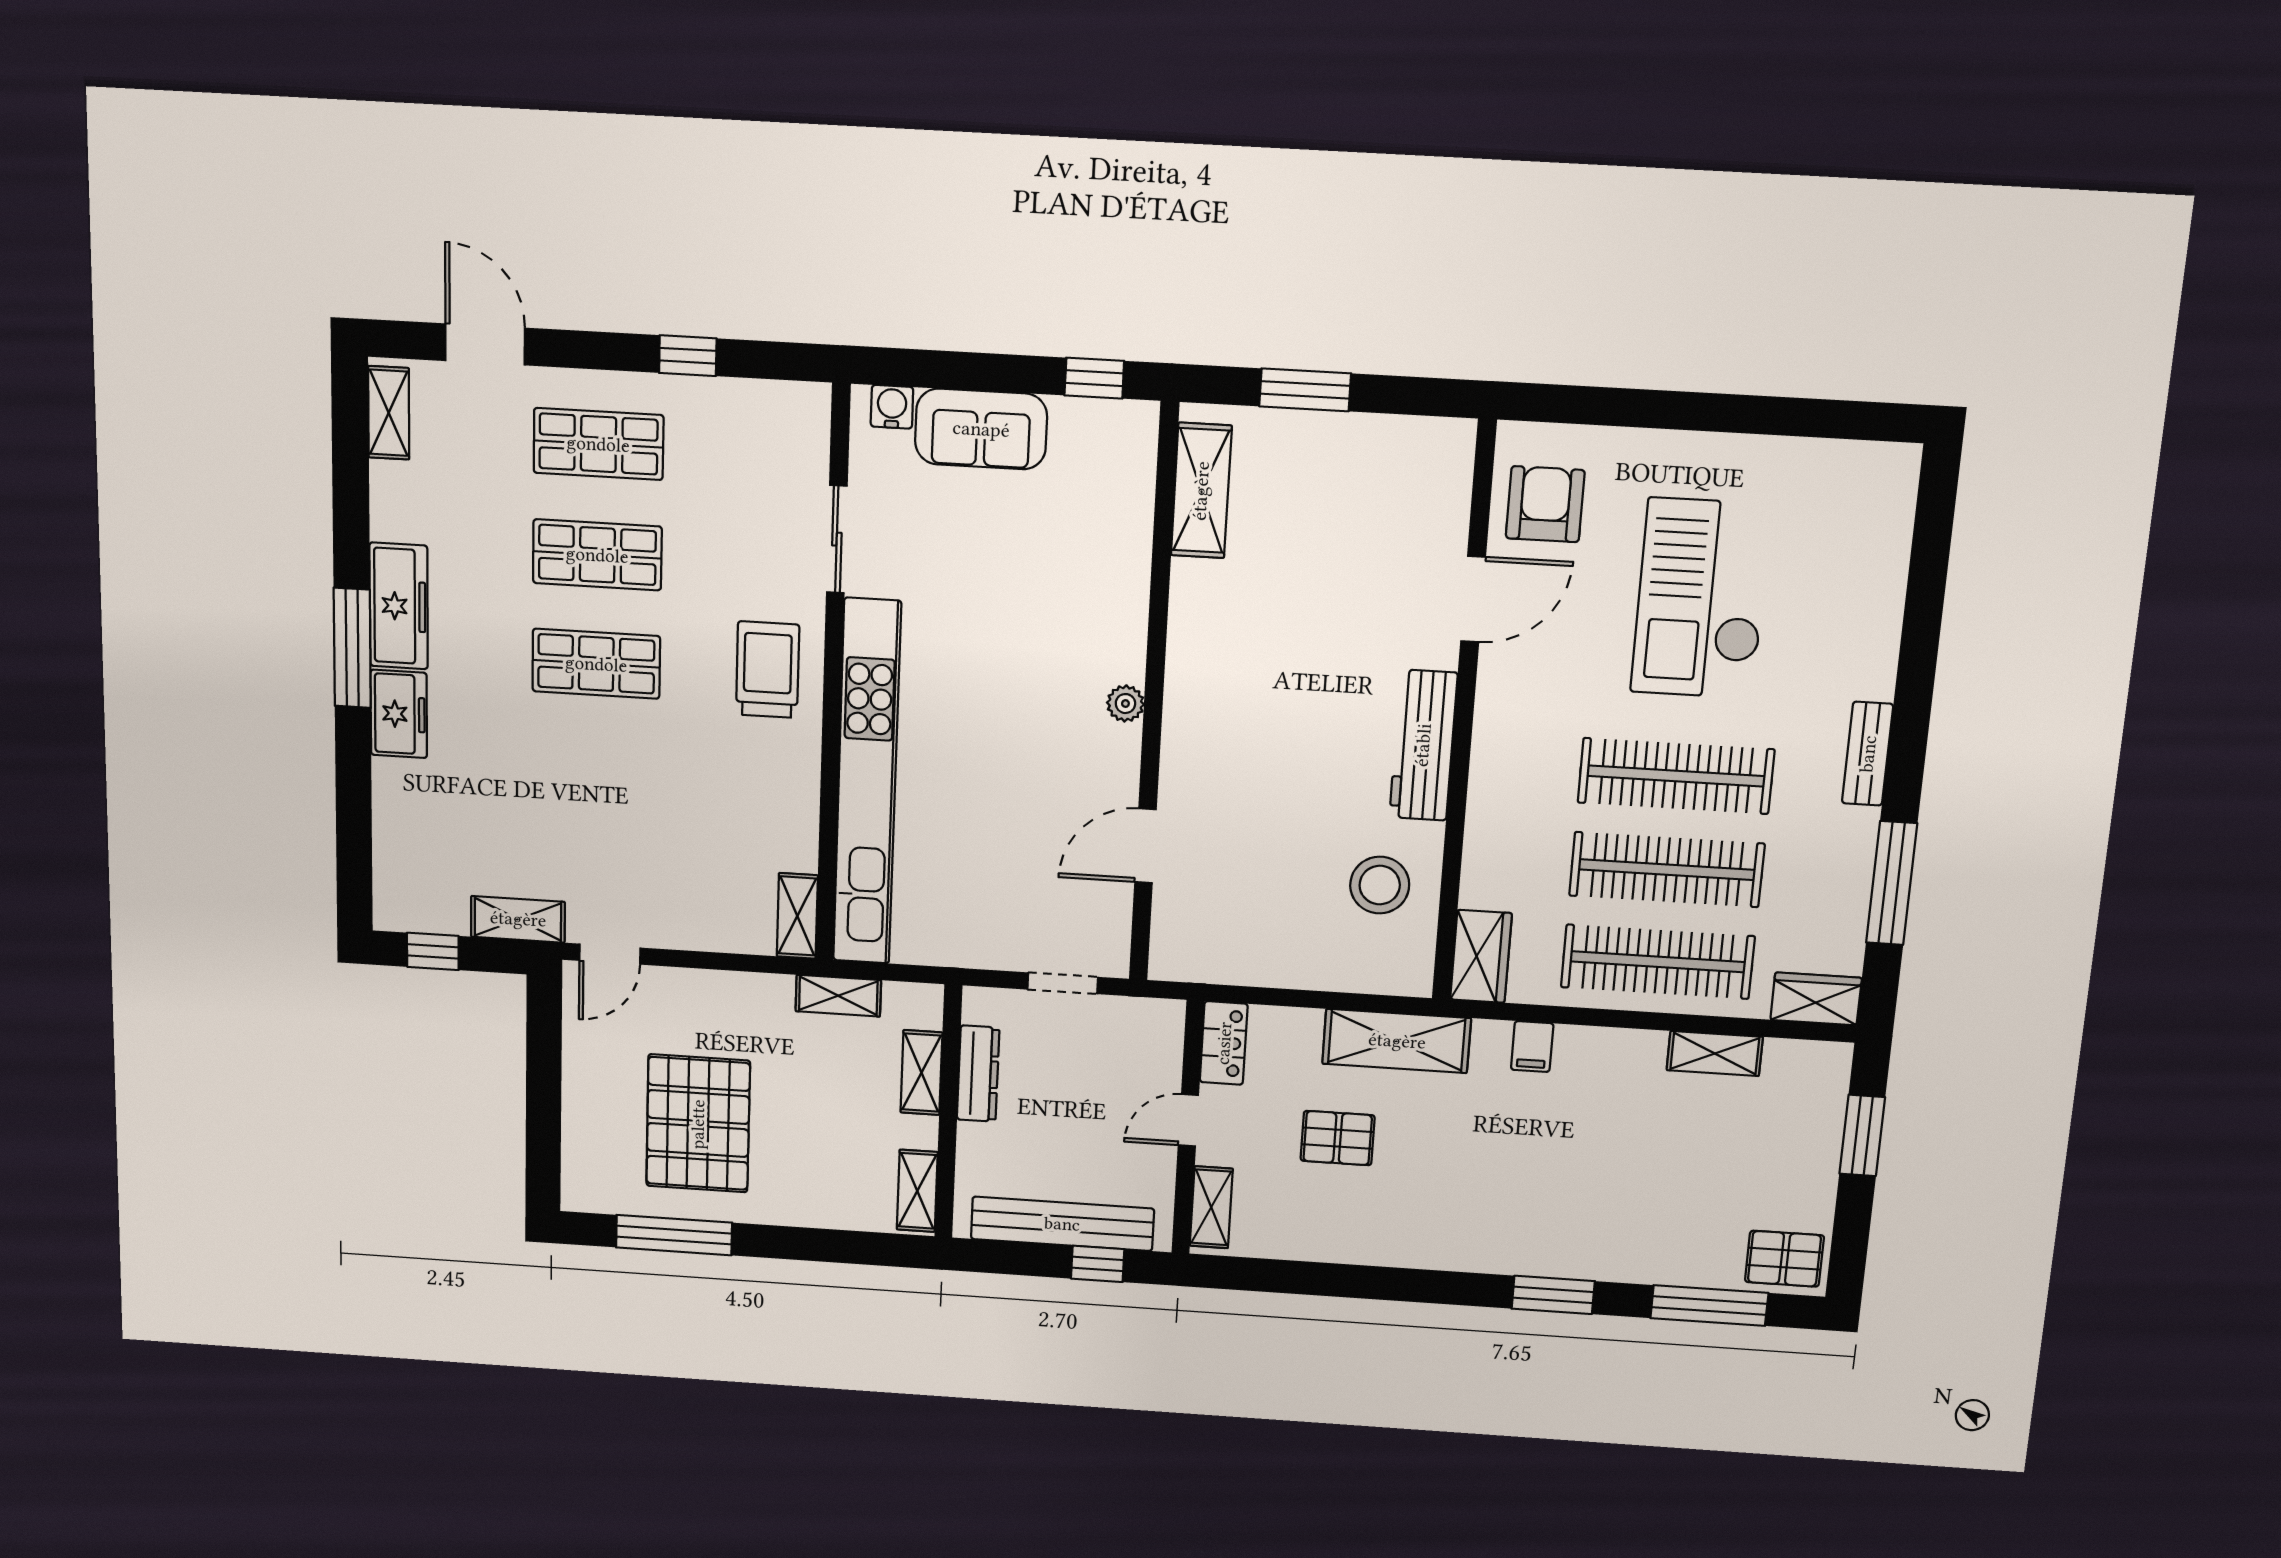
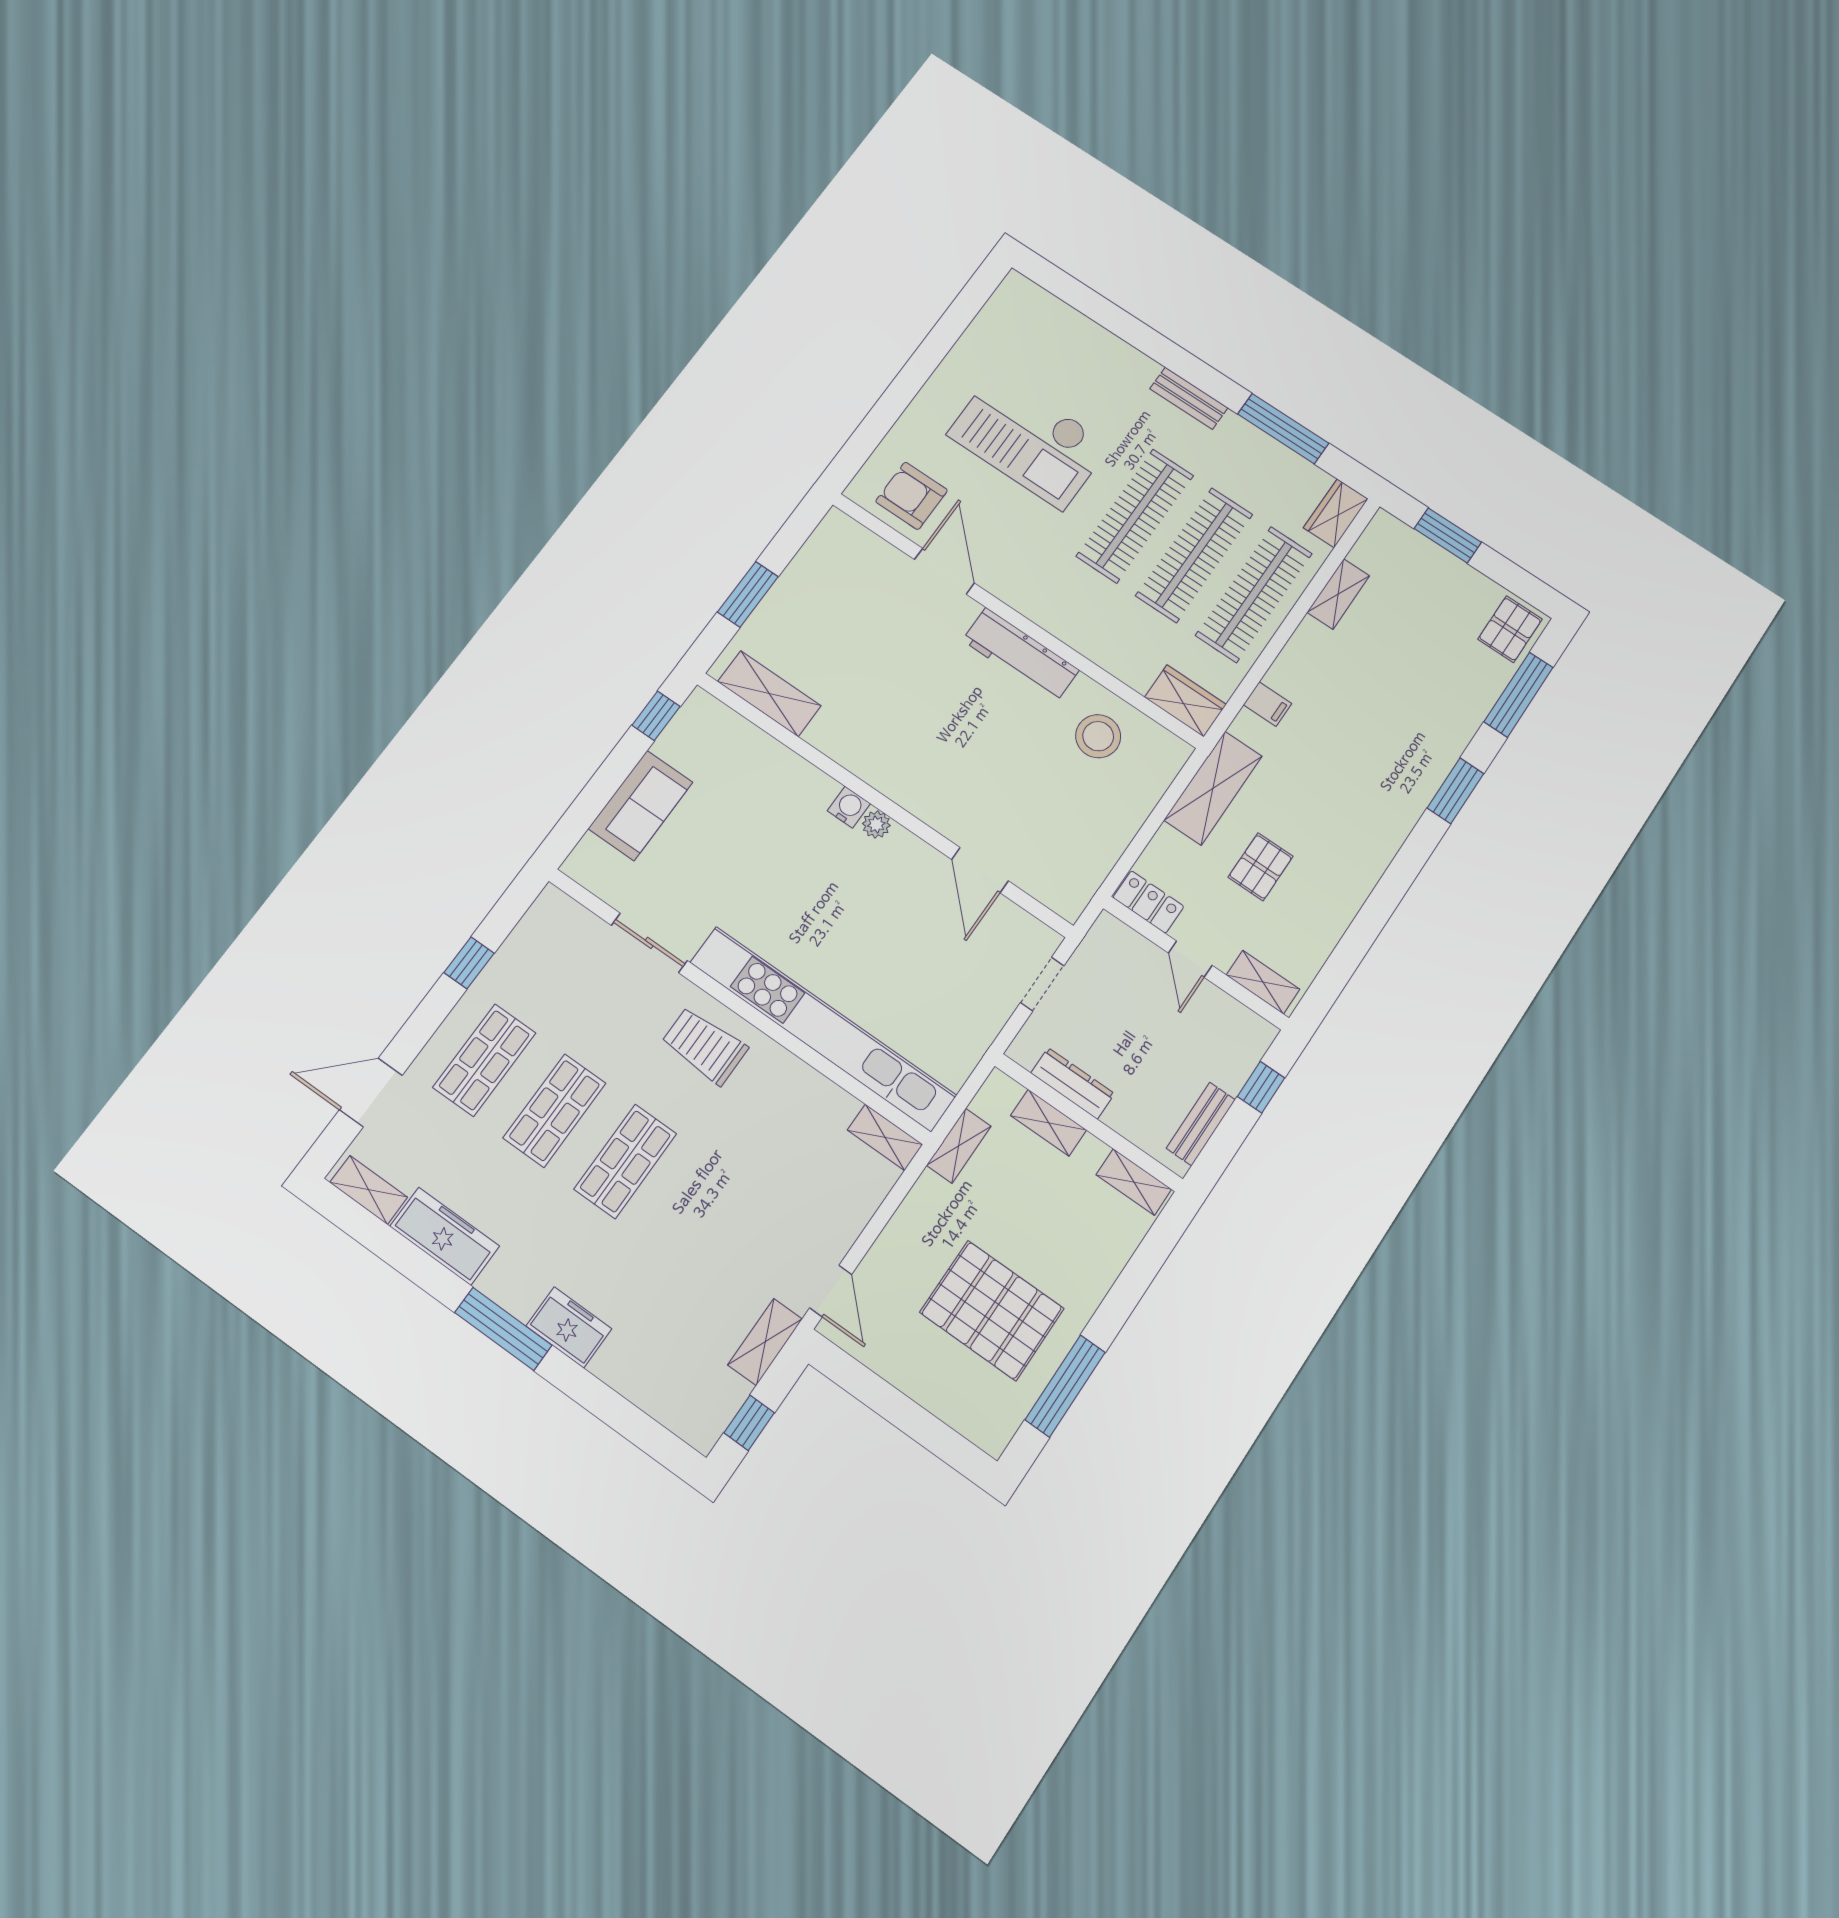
water cooler: (892, 407) -> (849, 807), moved, turned 90
freezer: (399, 606) -> (445, 1236), moved
bench: (1062, 1224) -> (1201, 1124), width x0.54, depth x0.82

